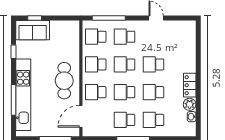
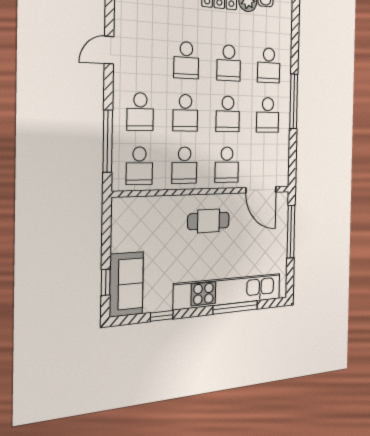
cafe table: (64, 81) -> (208, 221), width x0.73, depth x0.74

